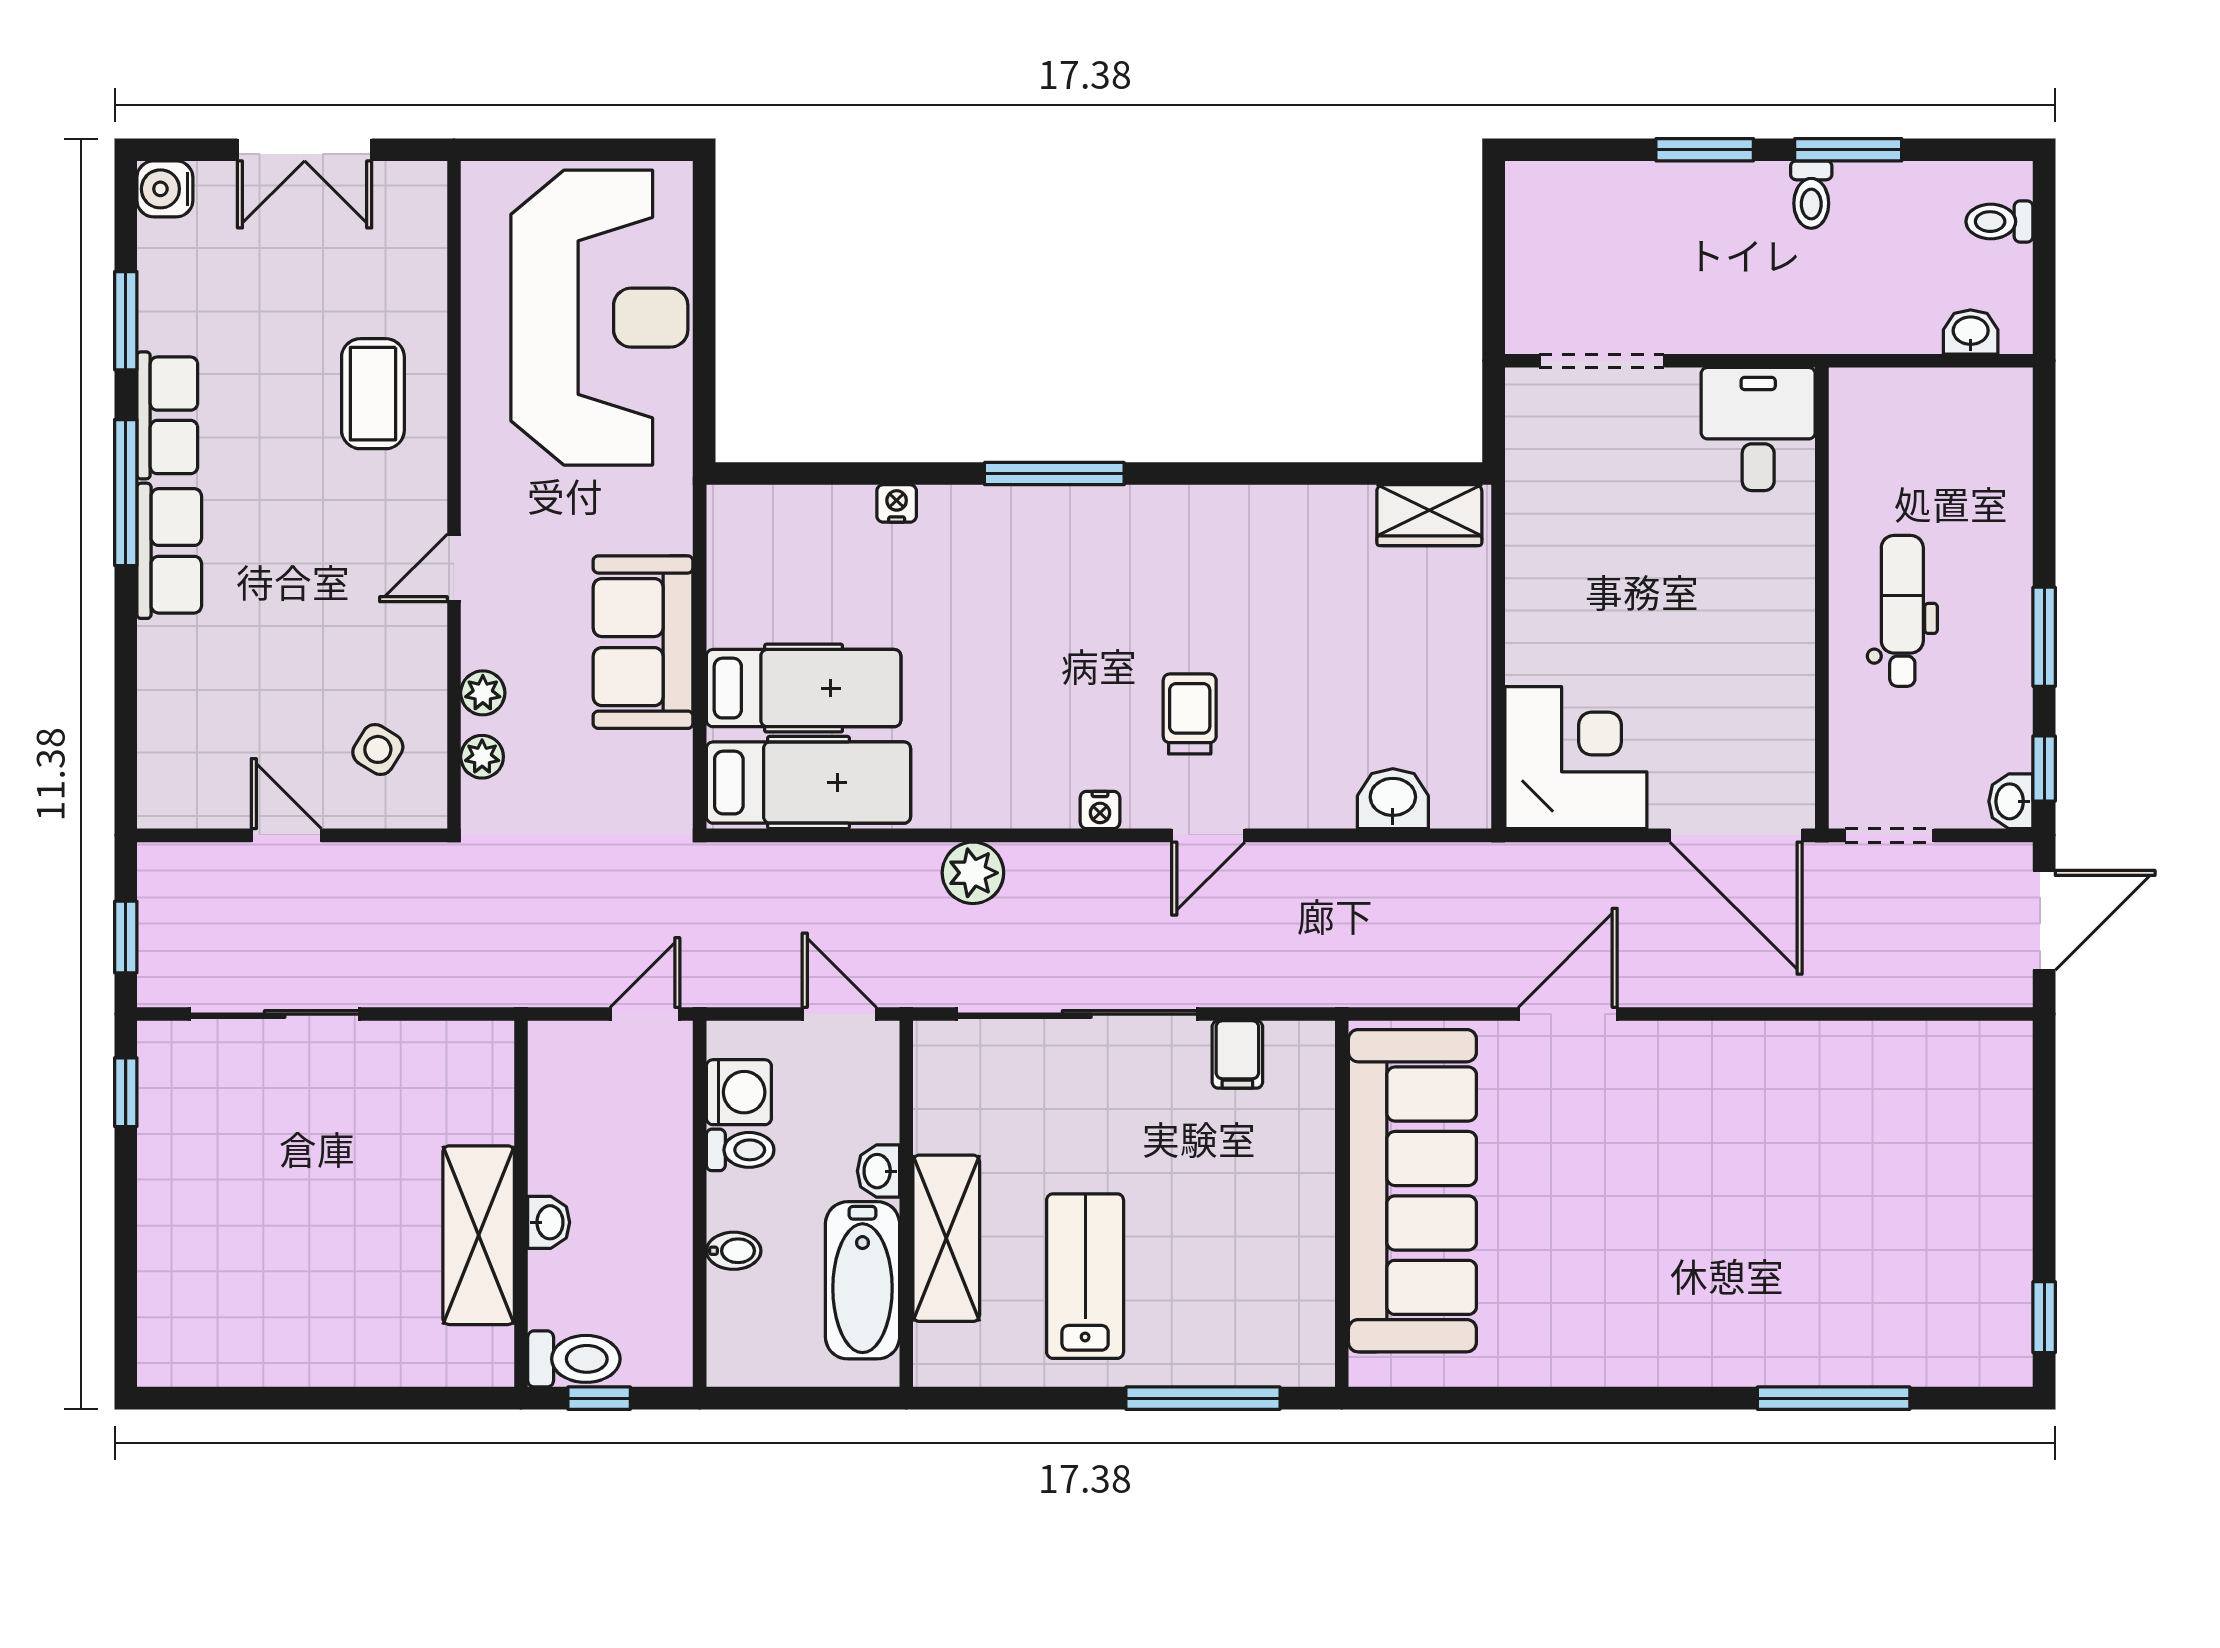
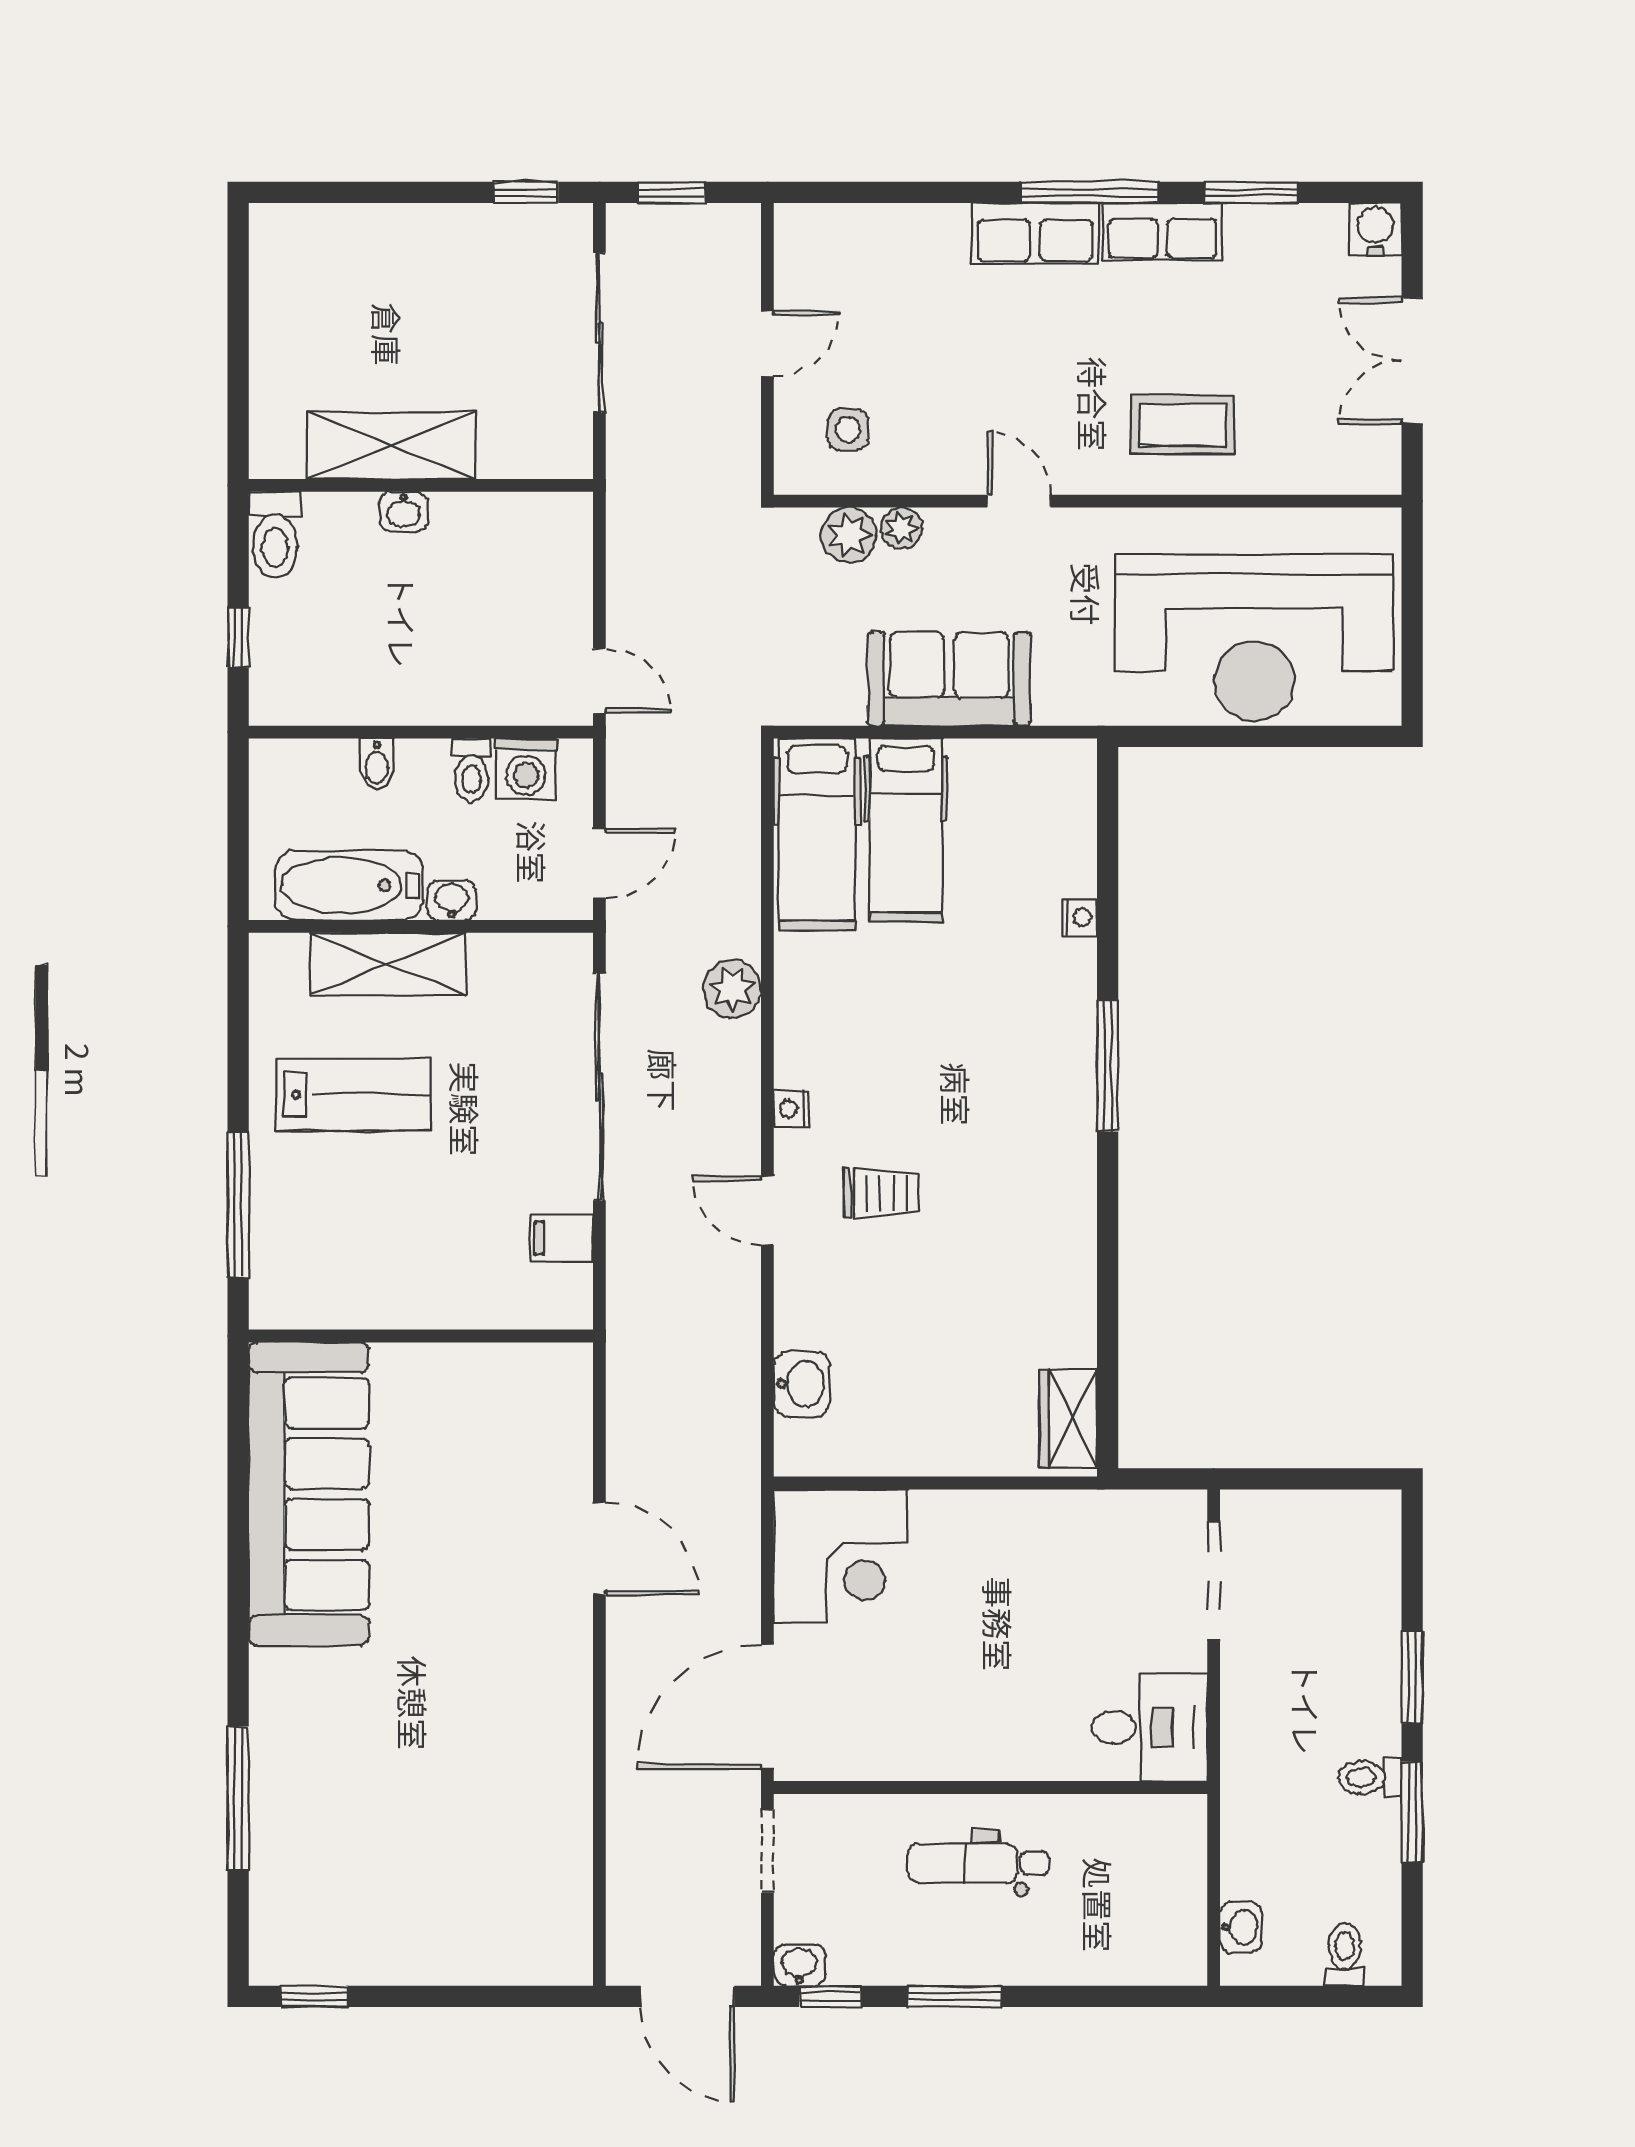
dental chair: (1902, 611) -> (978, 1863), turned 180
side table: (378, 749) -> (848, 430), turned -32
plant: (482, 757) -> (849, 535), width x1.38, depth x1.38
sofa: (1412, 1191) -> (309, 1494), moved, turned -90
wall: (521, 1204) -> (421, 485), moved
washbasin: (549, 1222) -> (403, 511), moved
shelving: (479, 1235) -> (391, 446), moved
toilet: (574, 1359) -> (275, 535), moved

